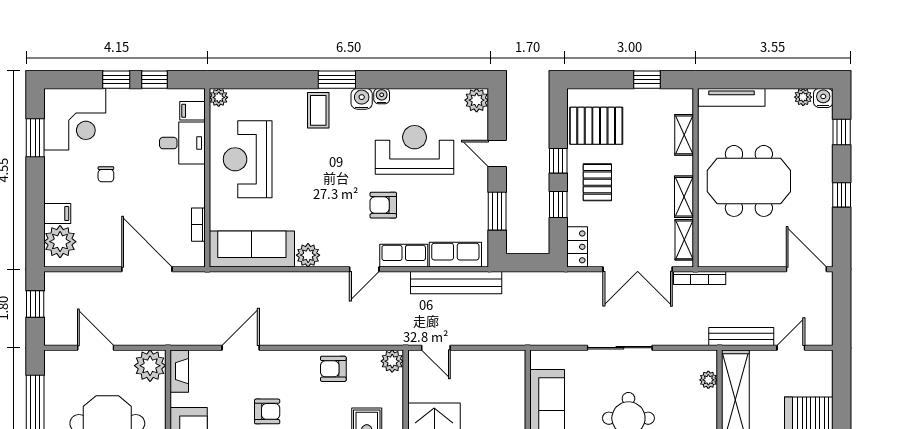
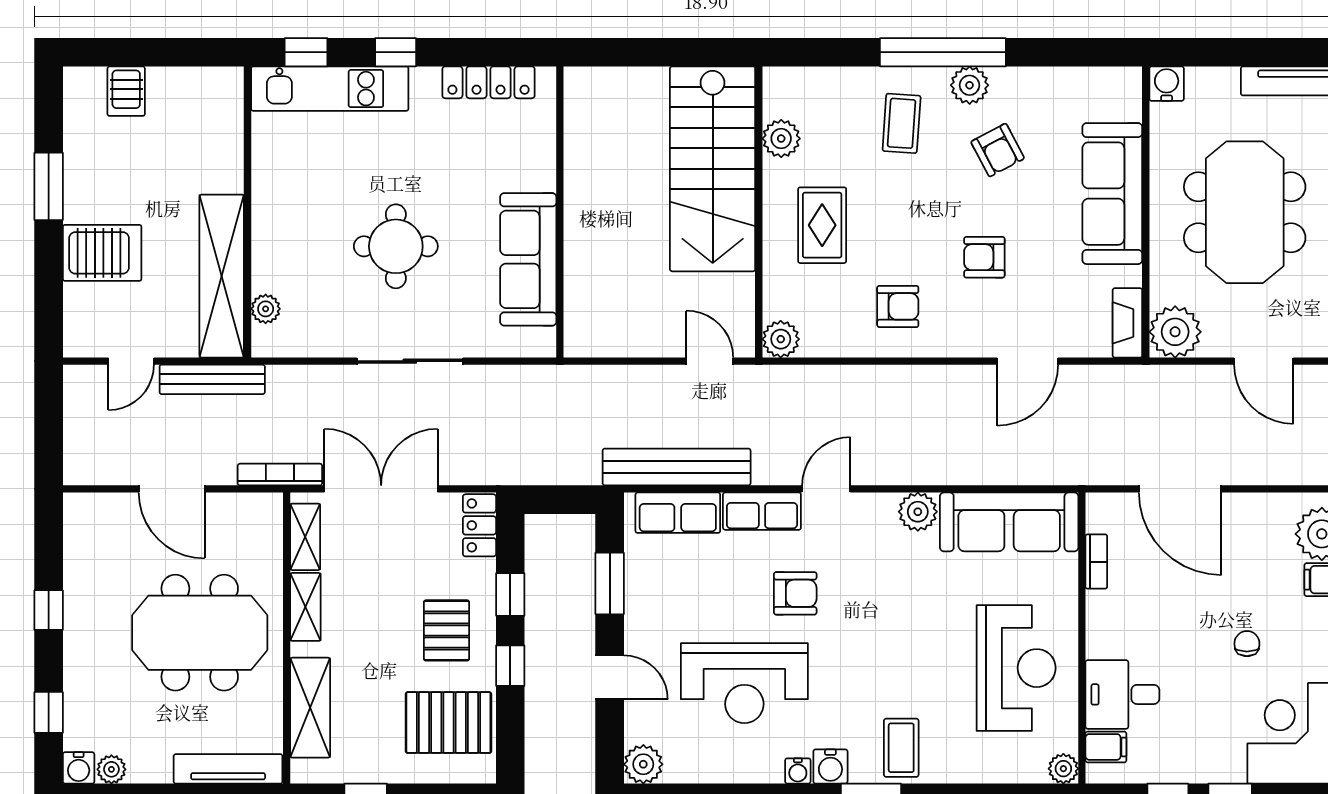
shelving: (684, 135) -> (310, 708), width x1.50, depth x1.33
door: (806, 269) -> (172, 489), moved
armchair: (333, 369) -> (898, 306), moved

